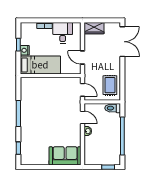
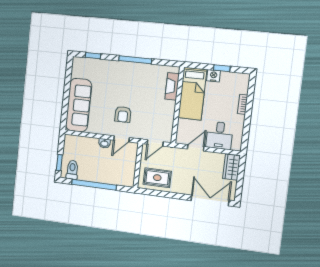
desk: (63, 33) -> (219, 135), moved, turned 90
double door: (122, 42) -> (210, 200), swing flipped
fireplace: (36, 82) -> (172, 86), added
toilet: (113, 108) -> (72, 170), moved
armchair: (63, 118) -> (123, 114), added
sofa: (65, 156) -> (79, 105), width x1.36

